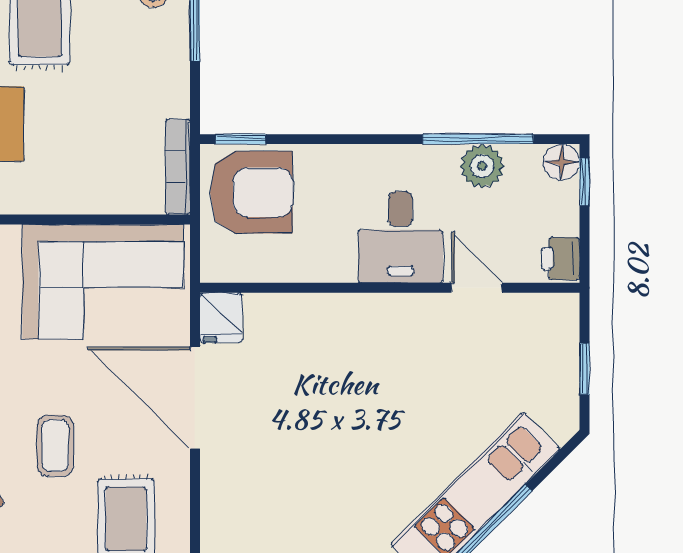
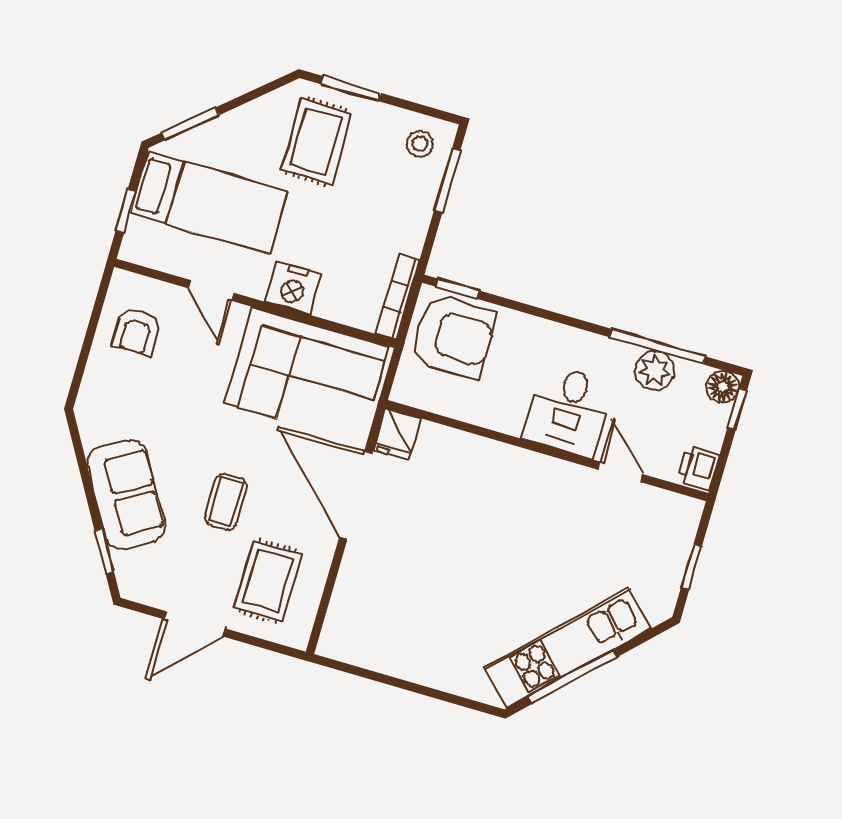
nightstand: (61, 191) -> (293, 288), added

